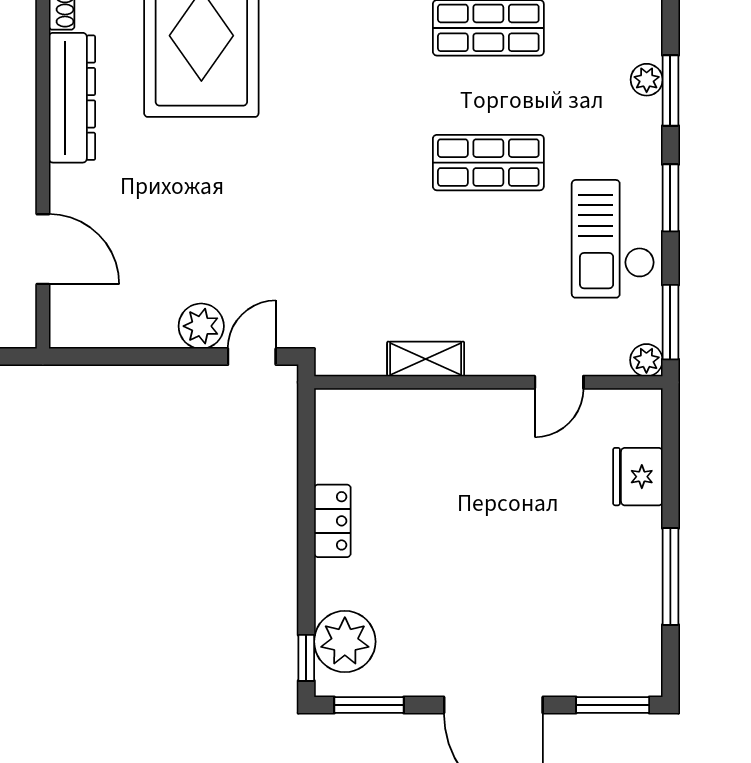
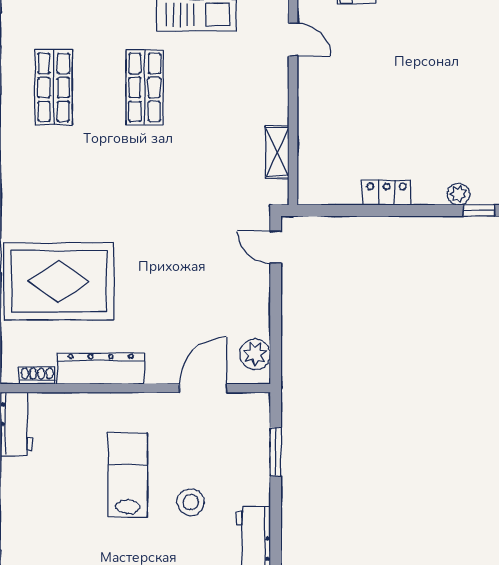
plant: (201, 326) -> (255, 354), moved
shelving: (426, 359) -> (277, 152), moved
plant: (345, 642) -> (458, 194), width x0.53, depth x0.53

